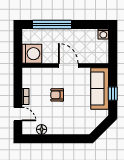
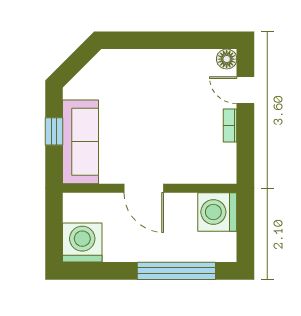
washing machine: (103, 34) -> (82, 243), width x1.89, depth x1.89
armchair: (57, 95) -> (166, 129), removed
floor lamp: (42, 129) -> (227, 59), moved

